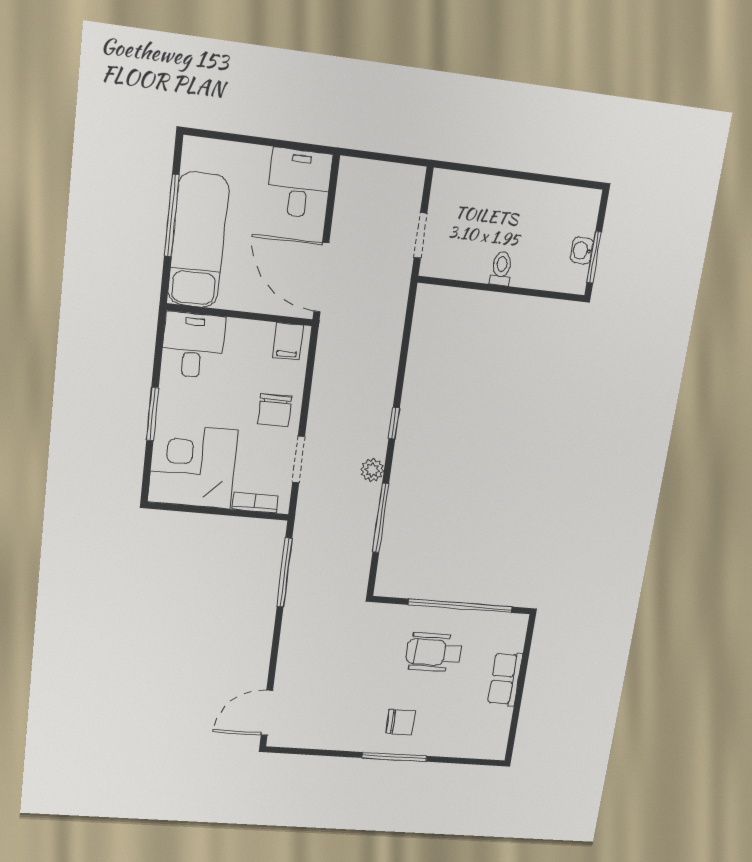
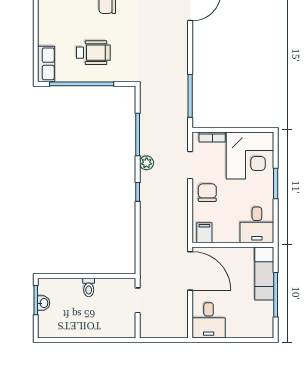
exam couch: (198, 240) -> (264, 274), width x0.73, depth x0.69
row of seats: (505, 679) -> (46, 64), moved

